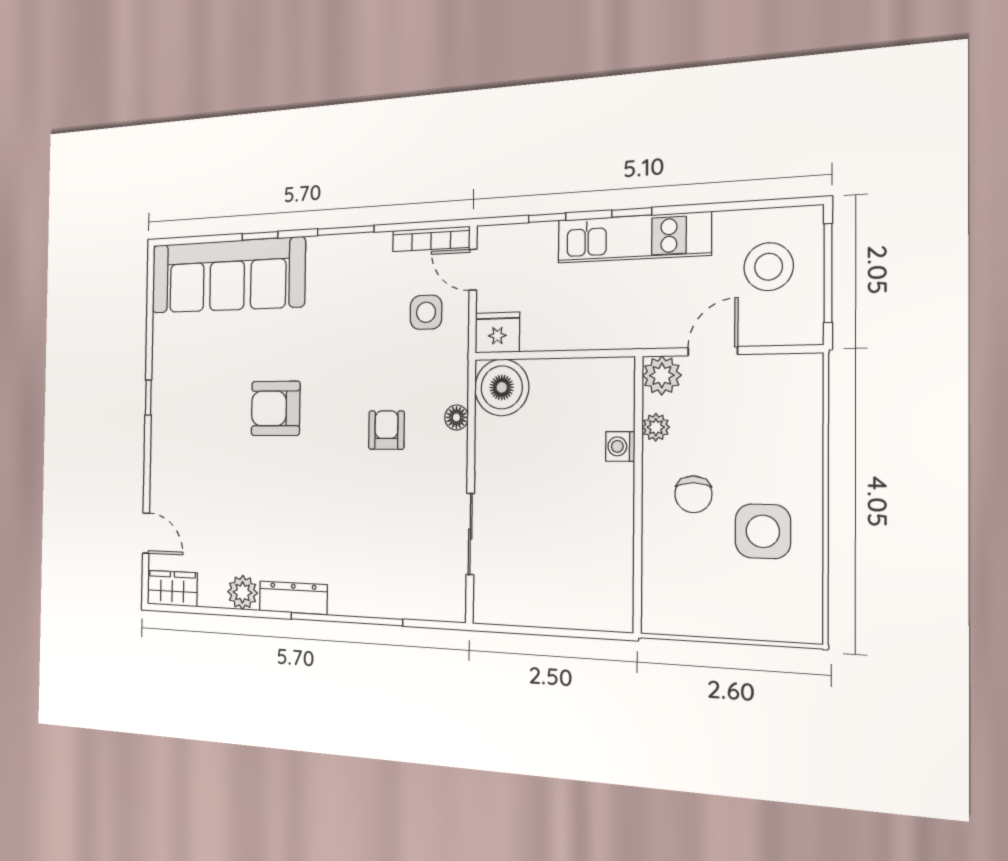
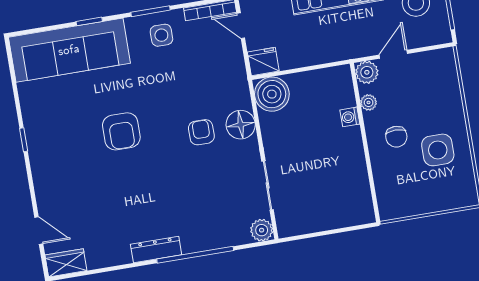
side table: (426, 312) -> (161, 35), moved
armchair: (276, 408) -> (121, 131), turned -90
floor lamp: (456, 417) -> (241, 125), width x1.89, depth x1.89
plant: (243, 592) -> (262, 230), moved

